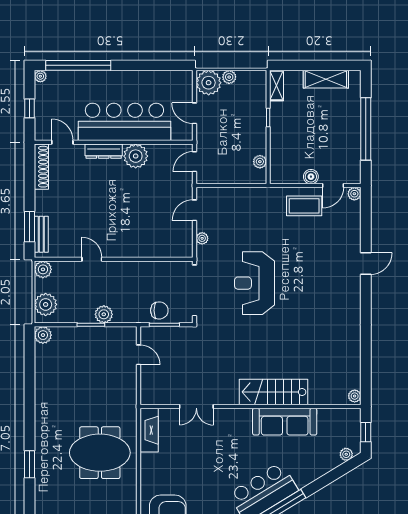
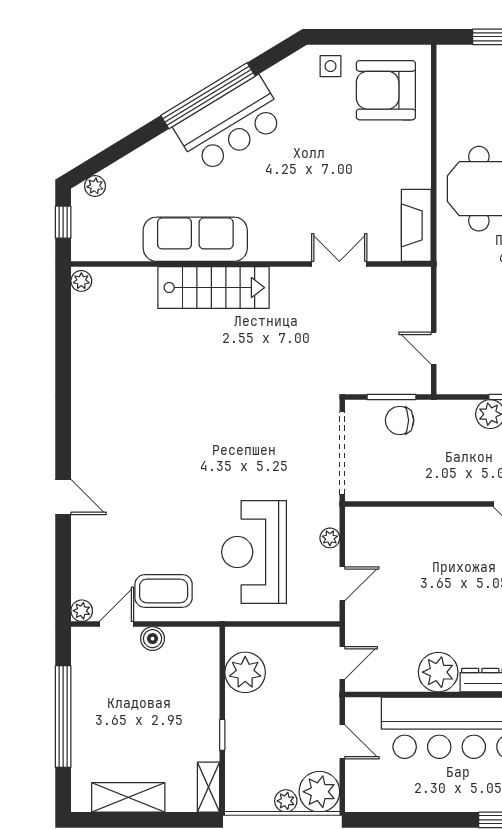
plant: (260, 162) -> (245, 672), width x1.88, depth x1.88
door: (366, 264) -> (63, 497), swing flipped
reception desk: (254, 283) -> (254, 552), moved, turned 180

